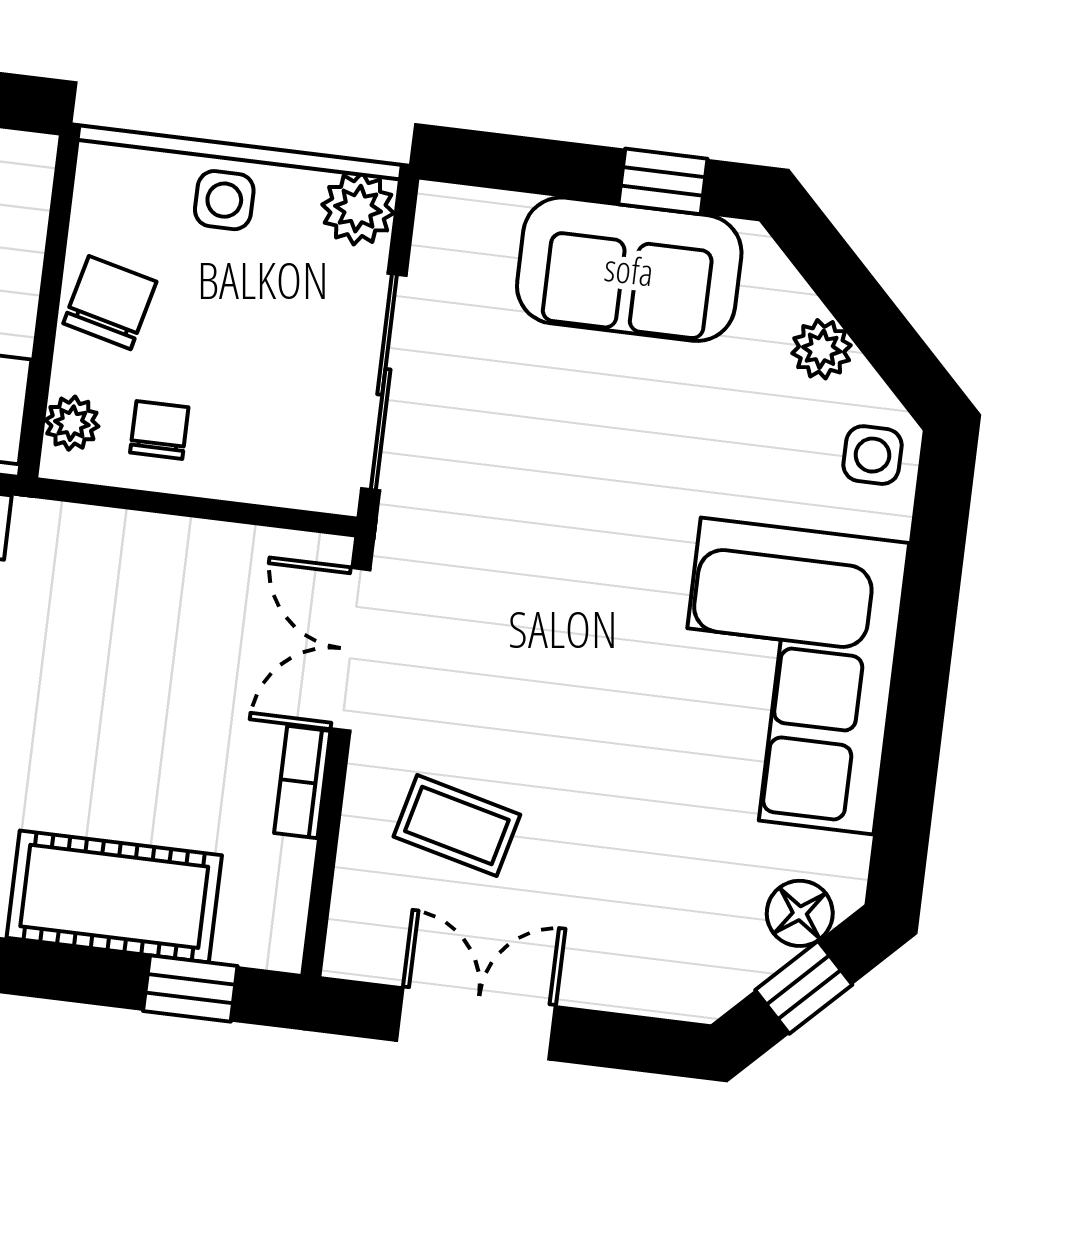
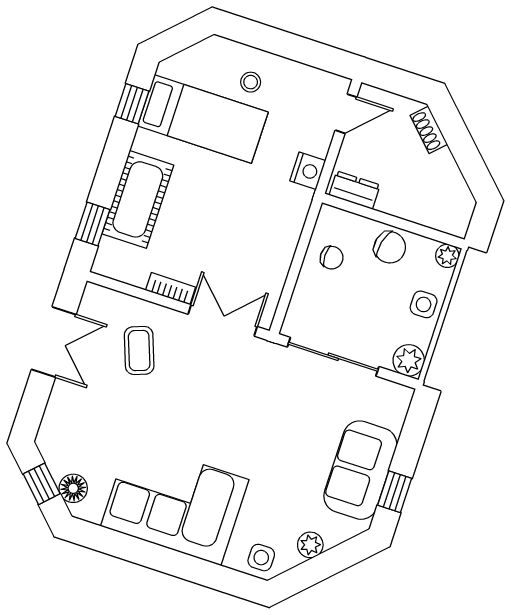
plant: (72, 423) -> (447, 256), moved
coffee table: (457, 826) -> (139, 350), turned -34

